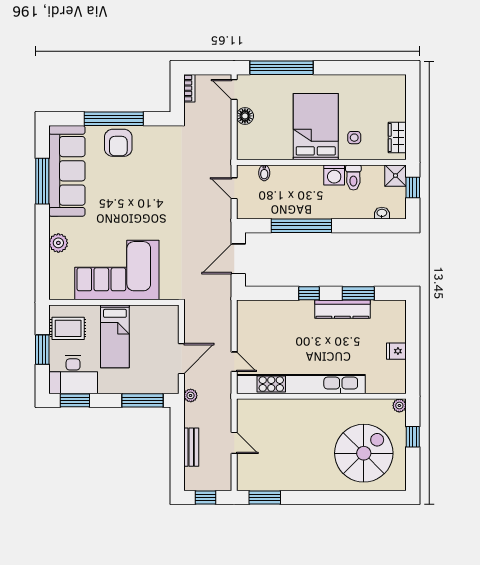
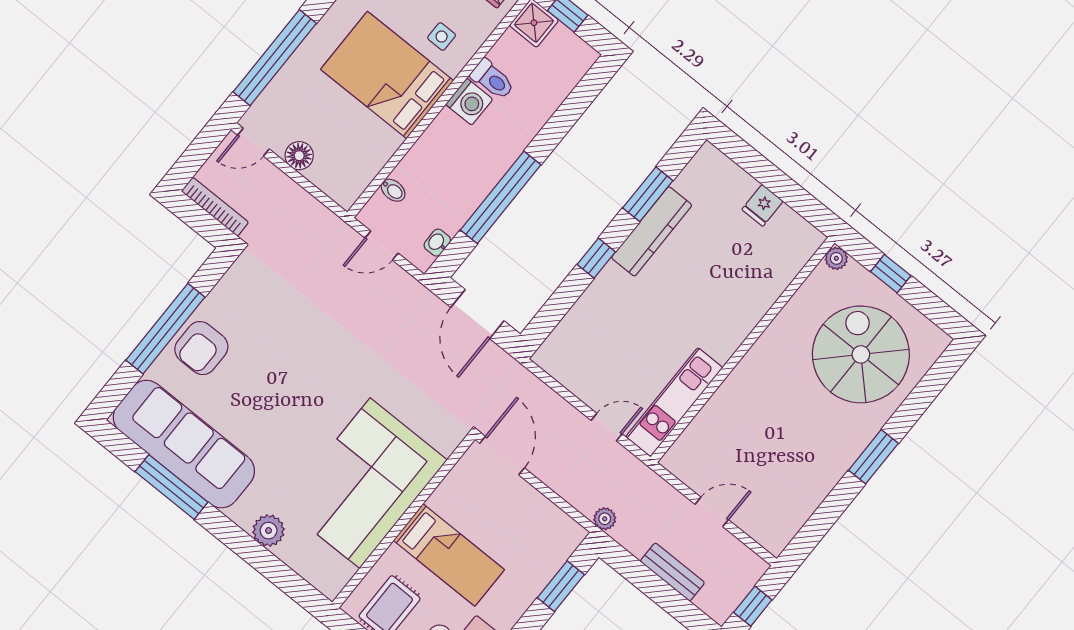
bookcase: (189, 88) -> (215, 207), width x1.56
armchair: (118, 143) -> (201, 348), turned 90
washbasin: (382, 213) -> (437, 243), moved
door: (181, 359) -> (502, 456), moved
kitchen unit: (301, 384) -> (674, 402), width x0.54
window: (143, 400) -> (561, 586), width x0.69
window: (265, 498) -> (873, 457), moved

